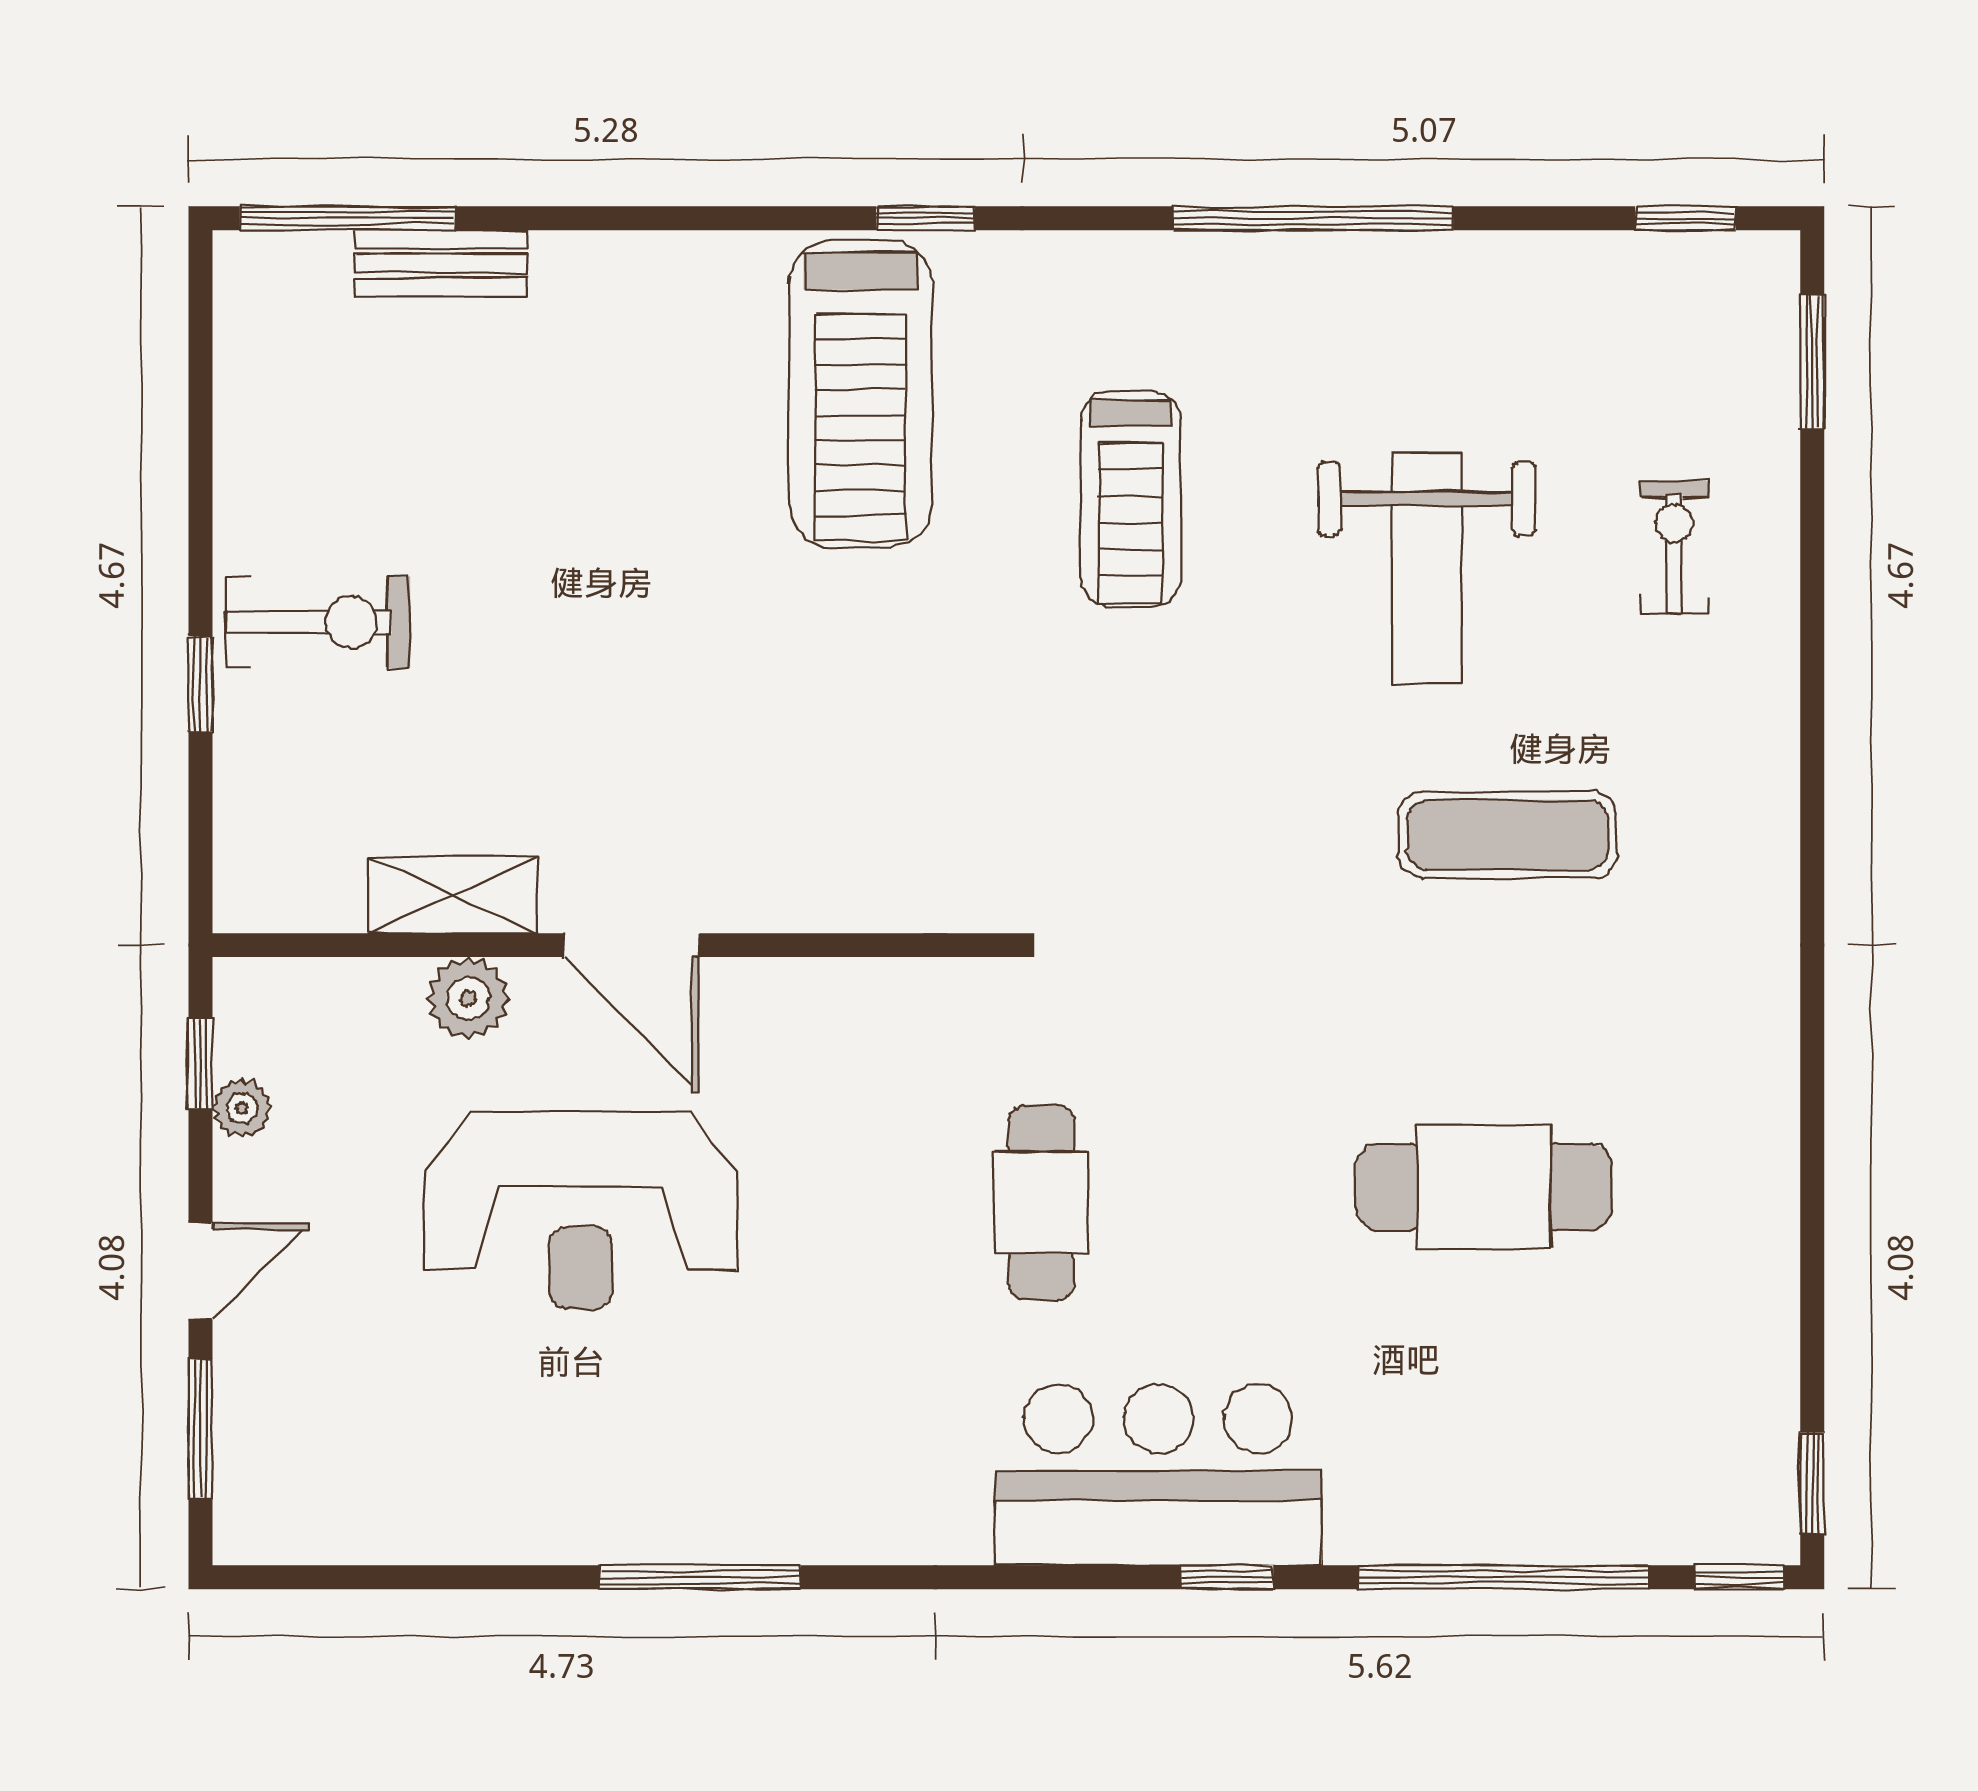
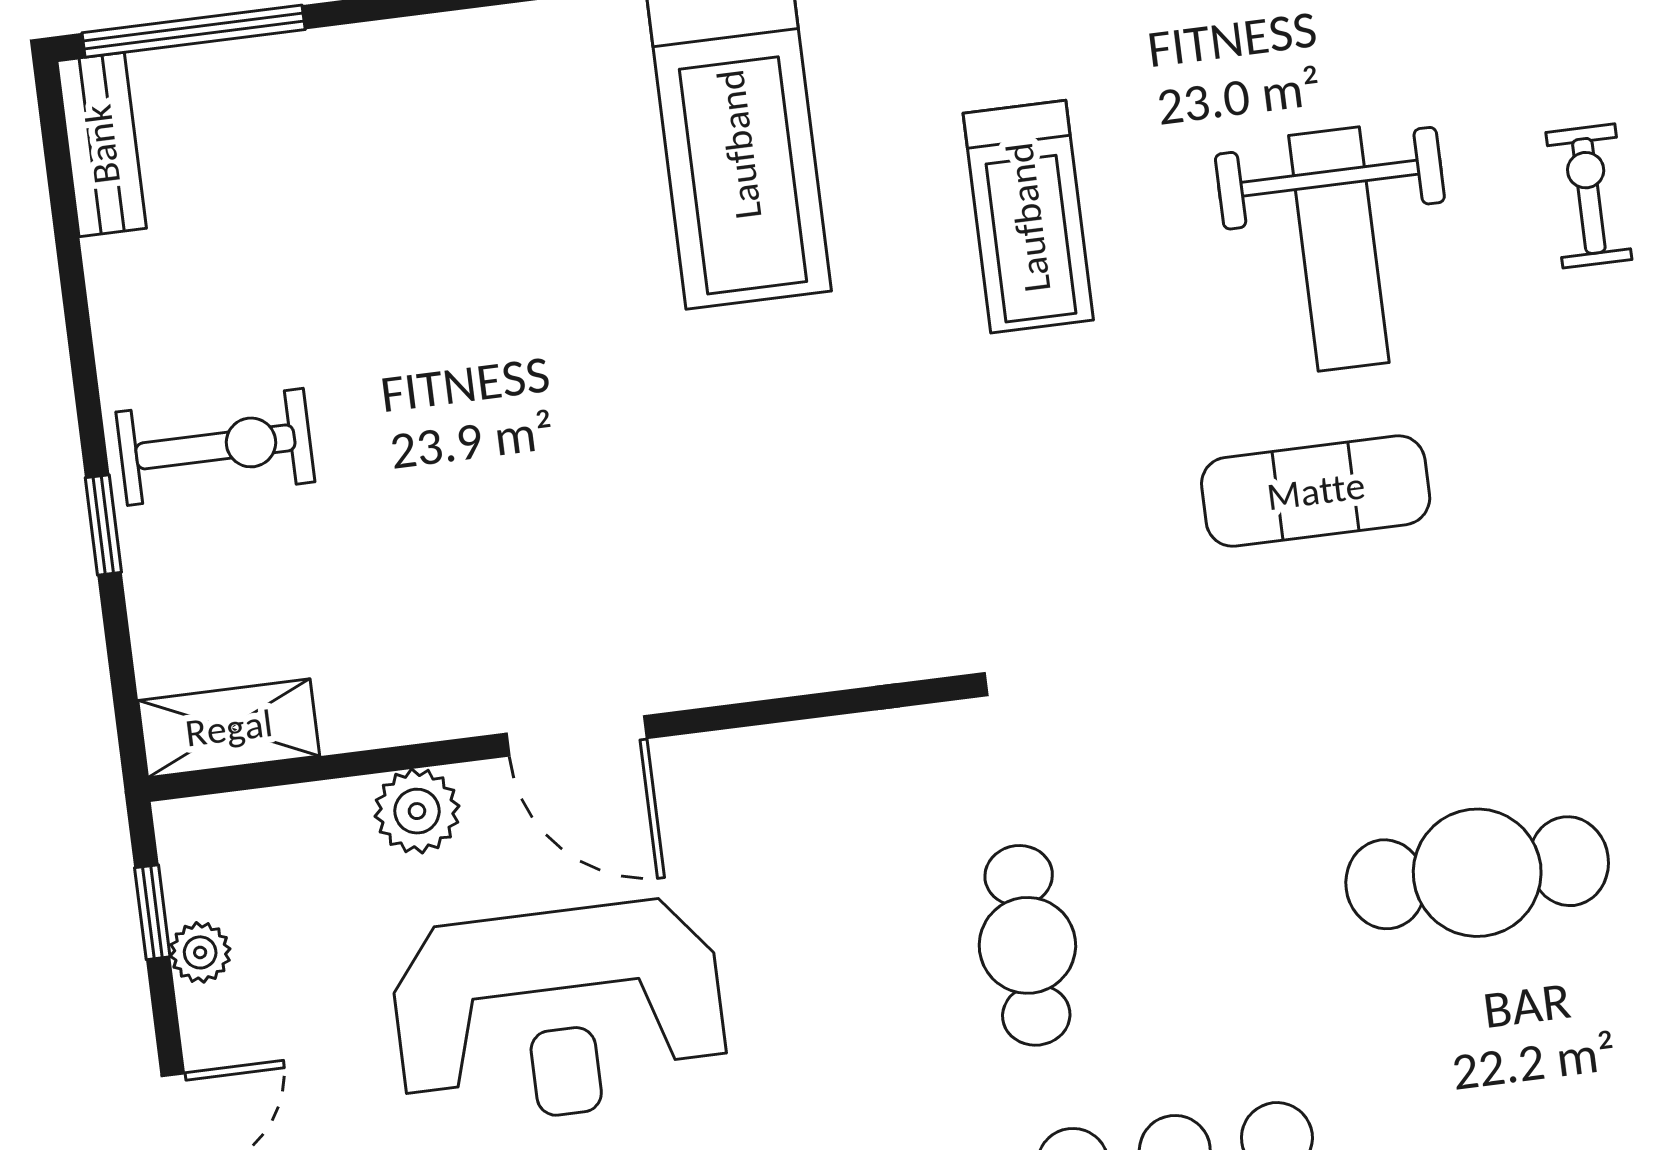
bench: (441, 263) -> (102, 144), moved, turned 90
exercise mat: (1508, 835) -> (1316, 491), moved
shelving: (453, 895) -> (229, 728), moved

